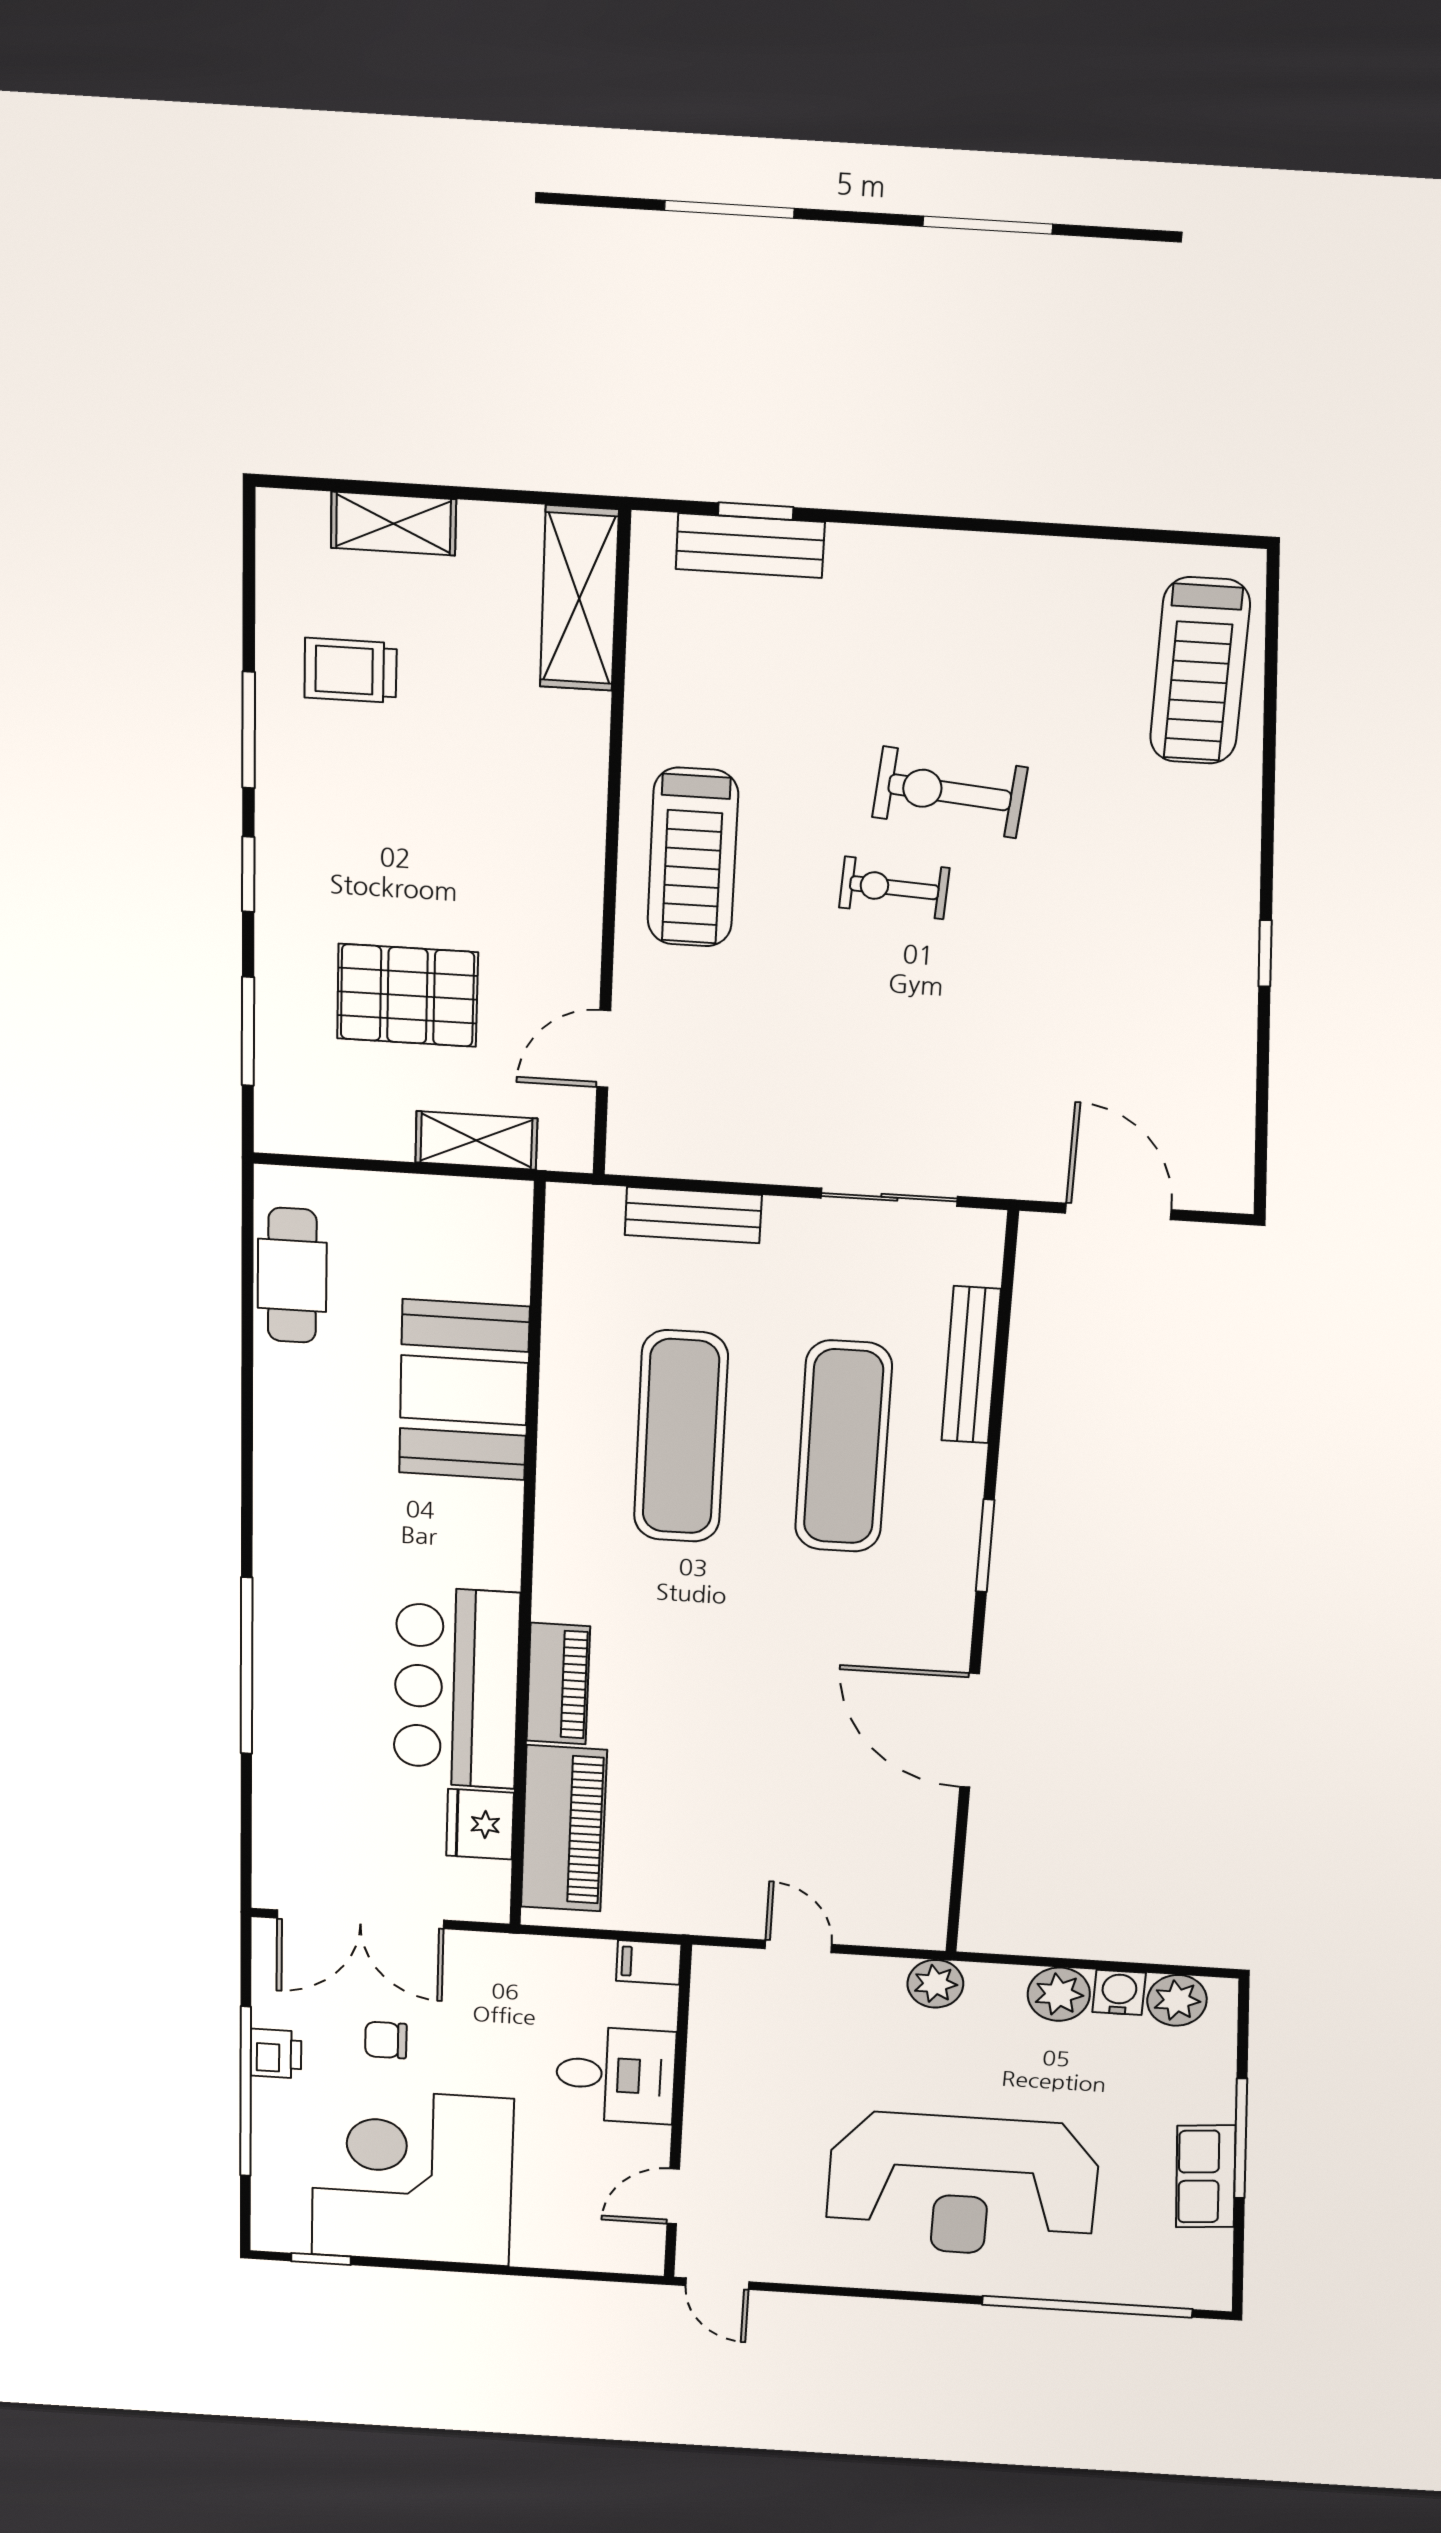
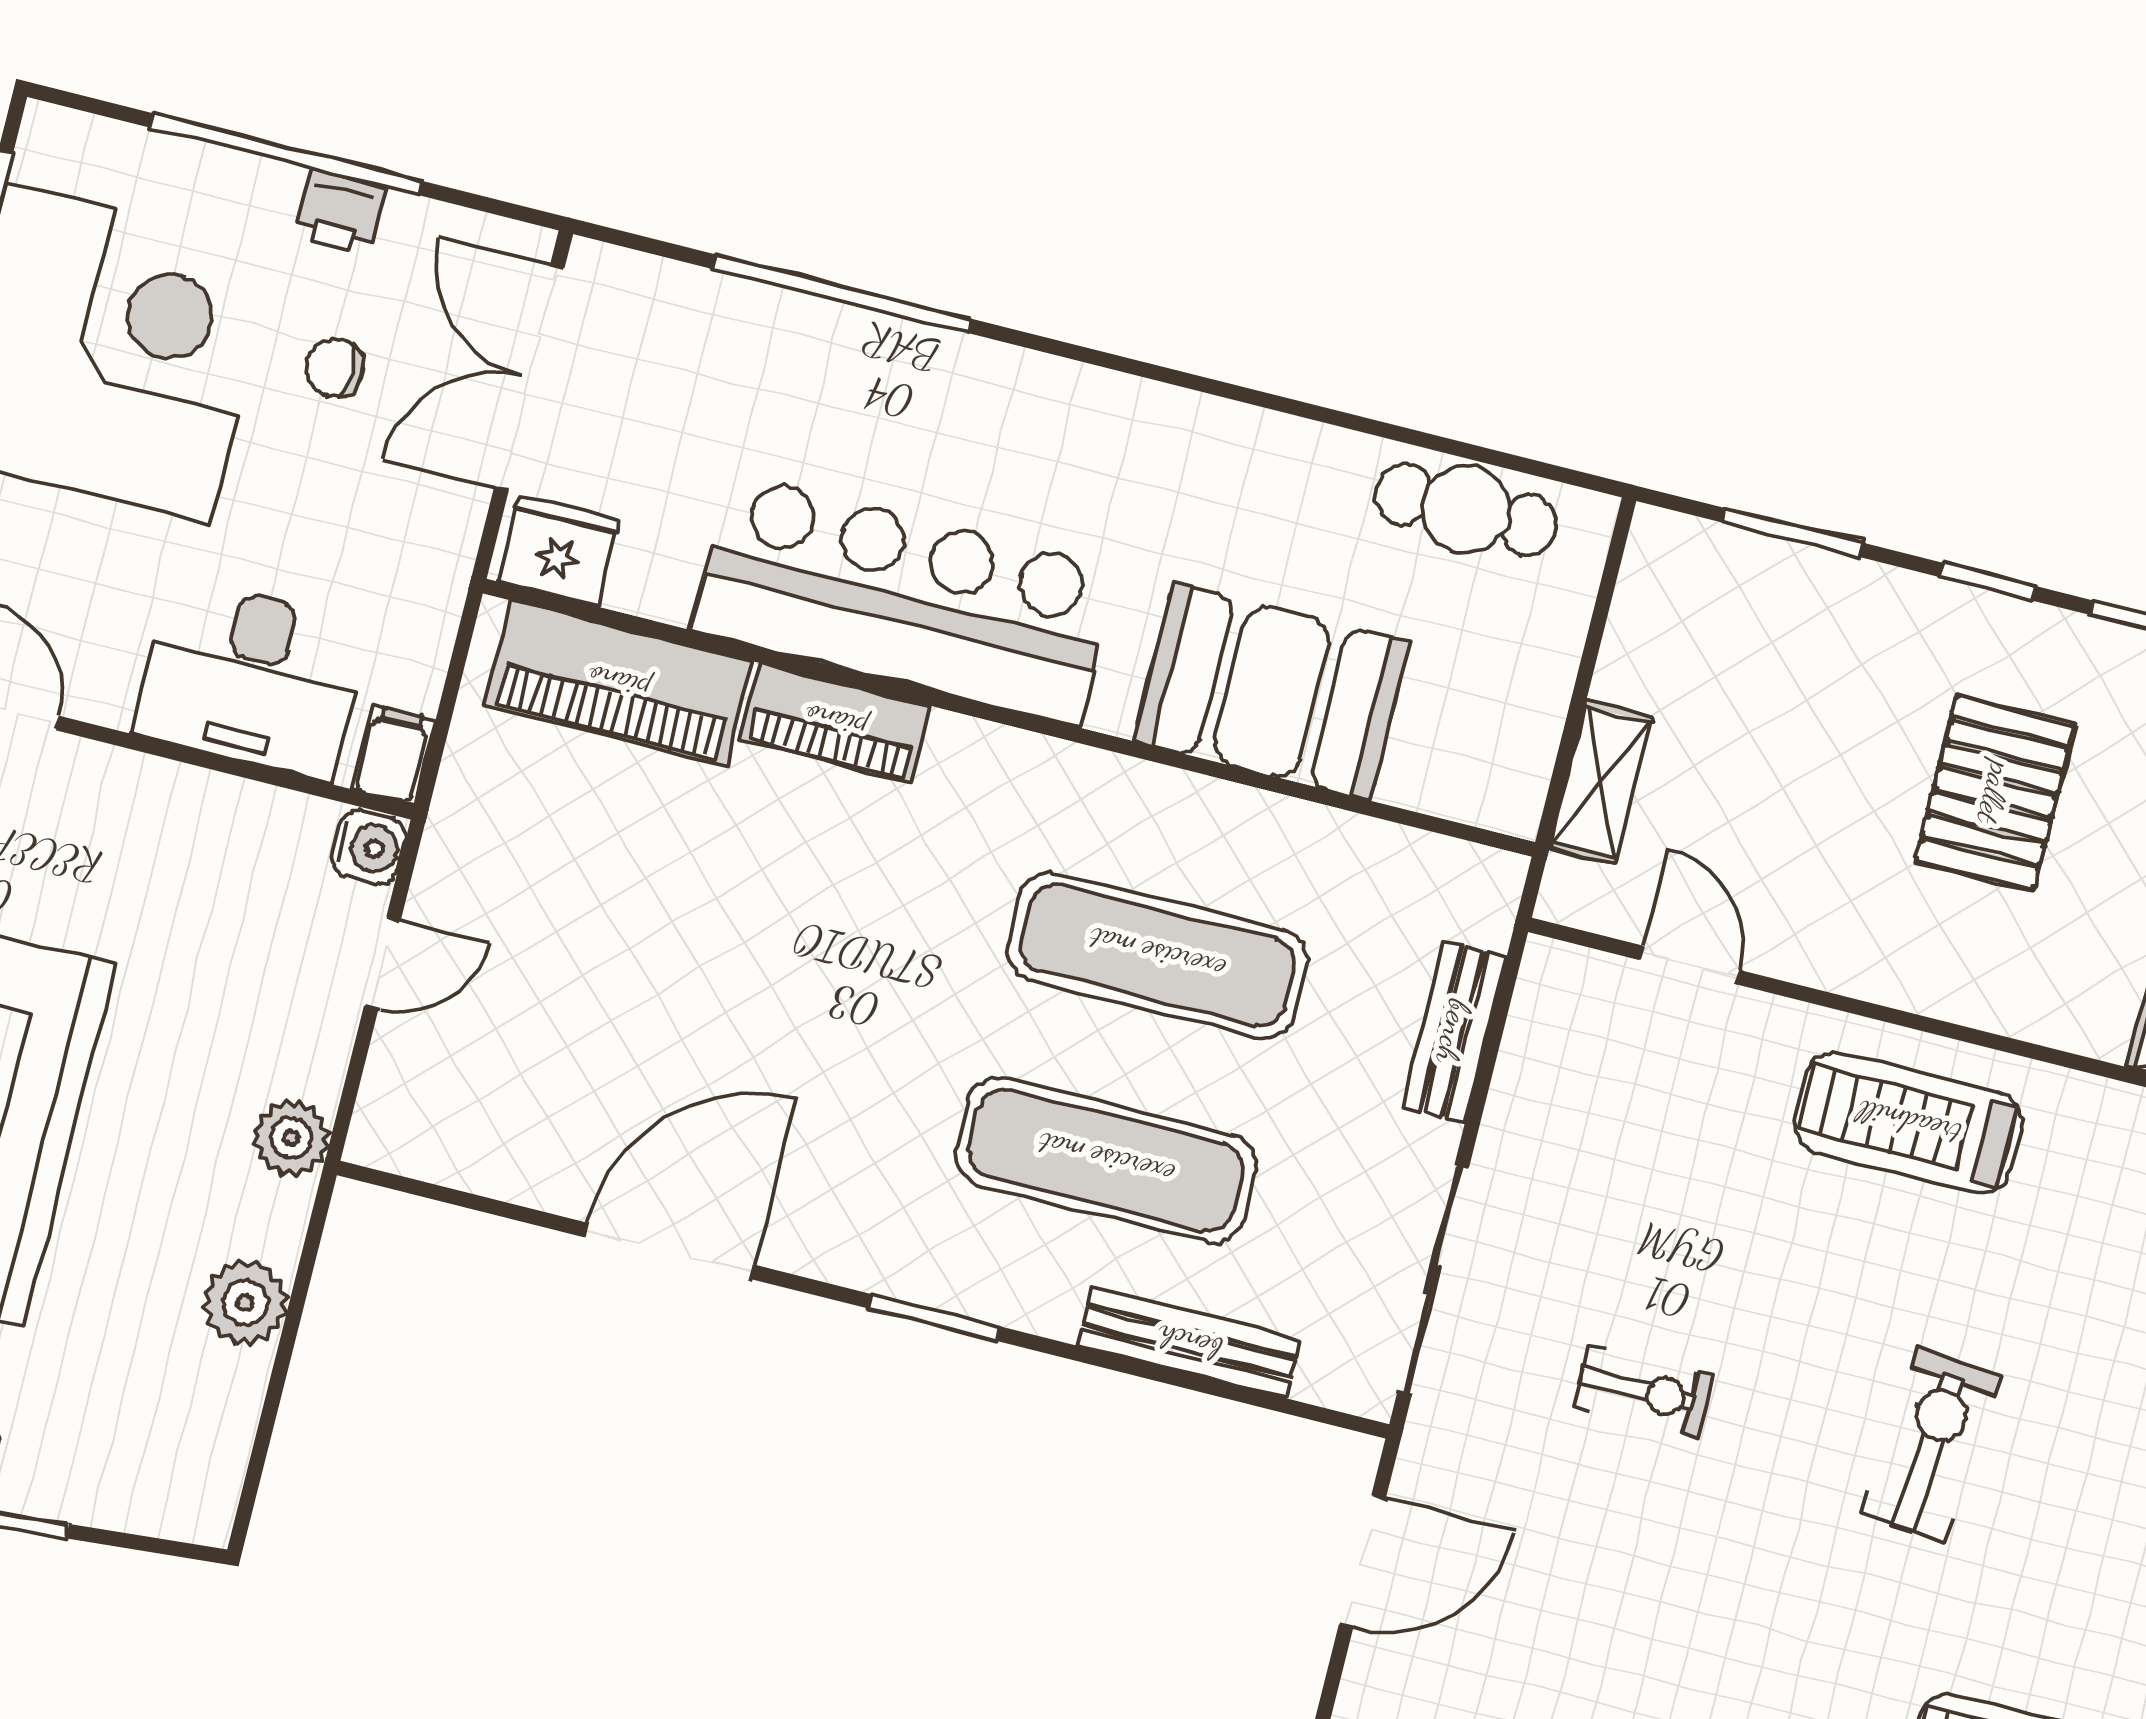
exercise bike: (894, 888) -> (1643, 1391), moved, turned 87
pallet: (407, 995) -> (1995, 793), moved
sliding door: (889, 1197) -> (1433, 1280), width x1.37
window: (247, 1666) -> (841, 294), moved
bar counter: (456, 1688) -> (905, 600), width x1.36
fridge: (480, 1824) -> (559, 551), moved
water cooler: (1119, 1992) -> (369, 847), moved
plant: (1177, 2000) -> (208, 1461), removed
chair: (386, 2040) -> (335, 368), turned -90
desk: (616, 2075) -> (251, 679), width x1.37

